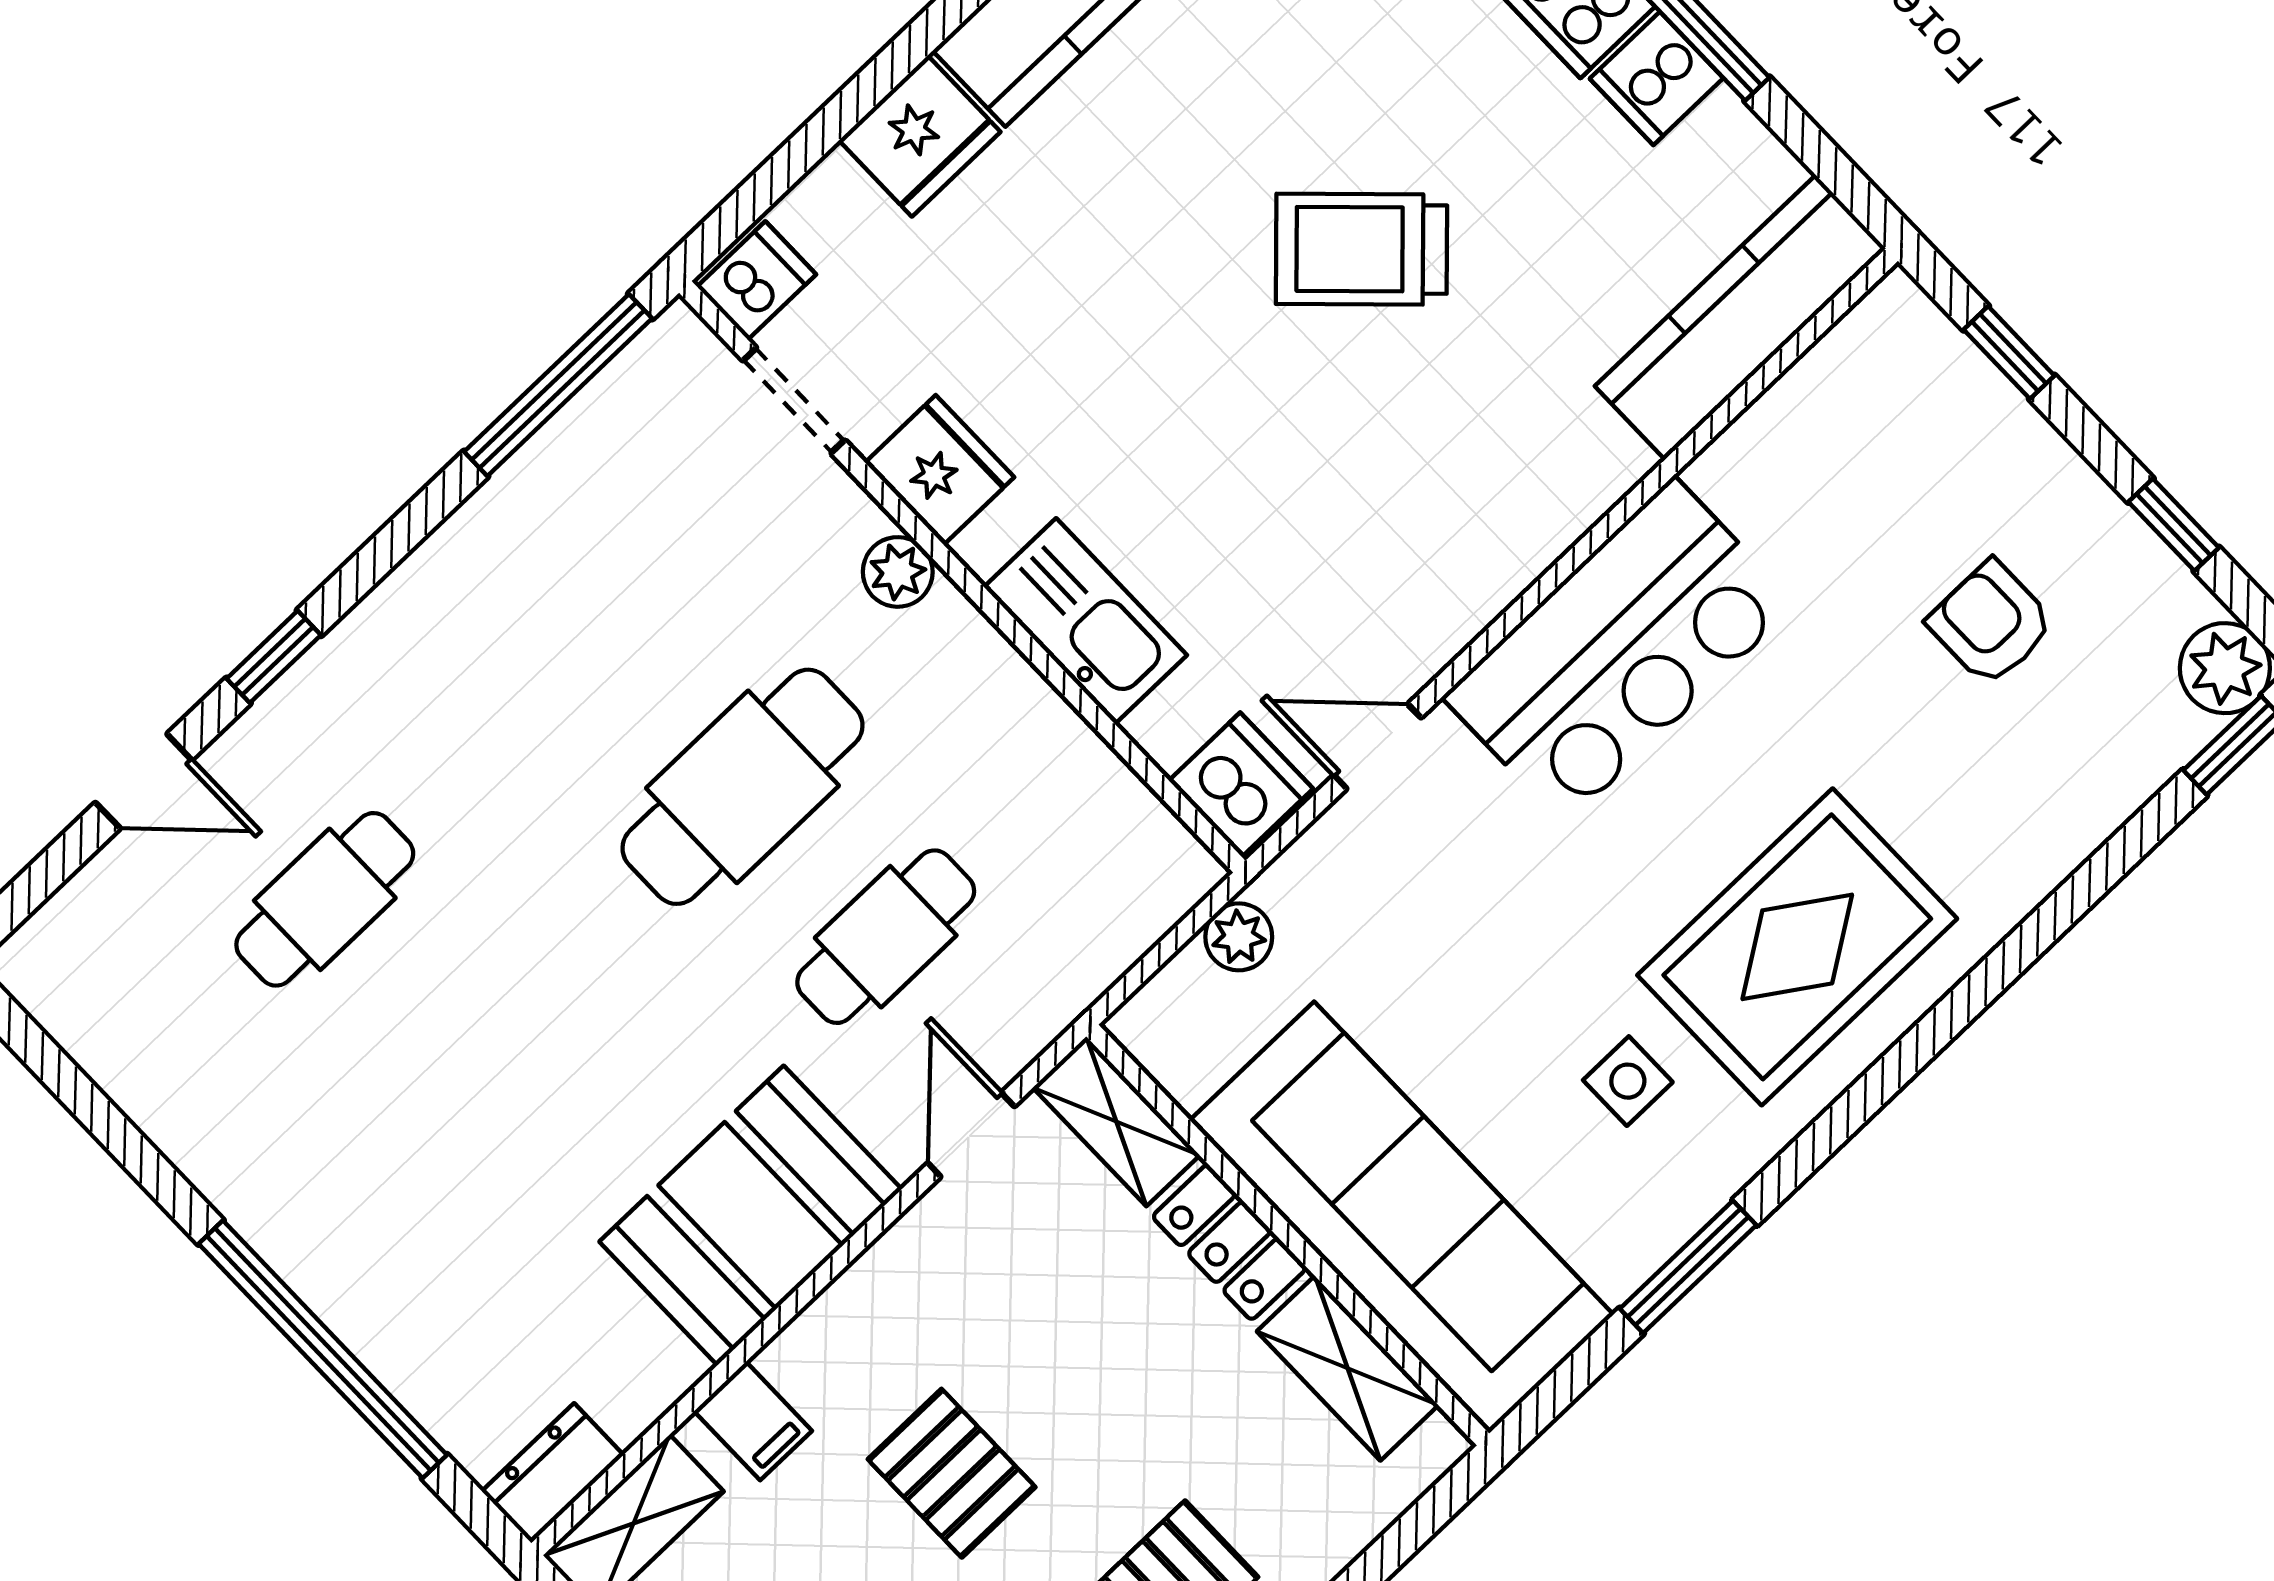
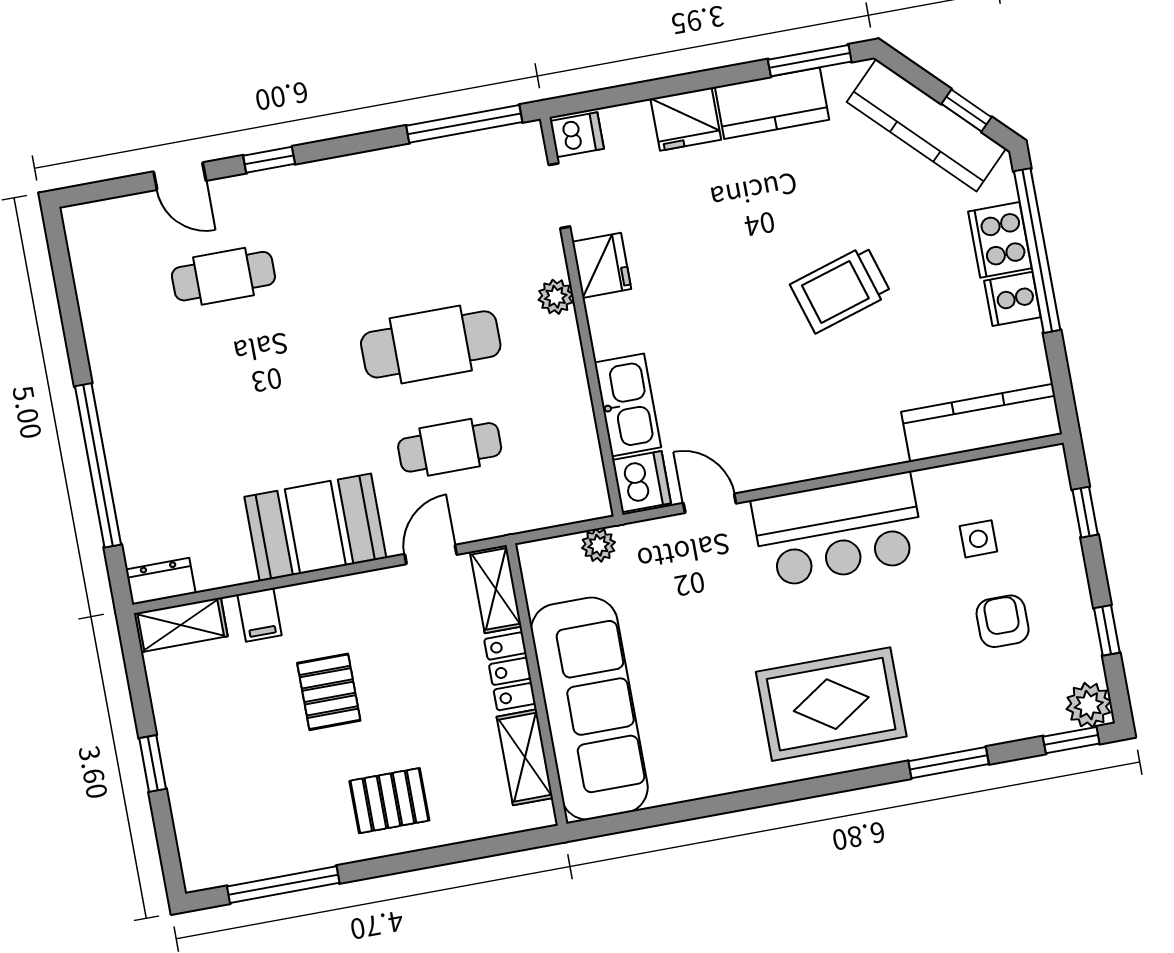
trolley: (1362, 249) -> (841, 289), turned -61
kitchen sink: (1085, 621) -> (628, 405), moved
side table: (1628, 1081) -> (978, 539), moved
window: (1688, 1267) -> (949, 763), moved

